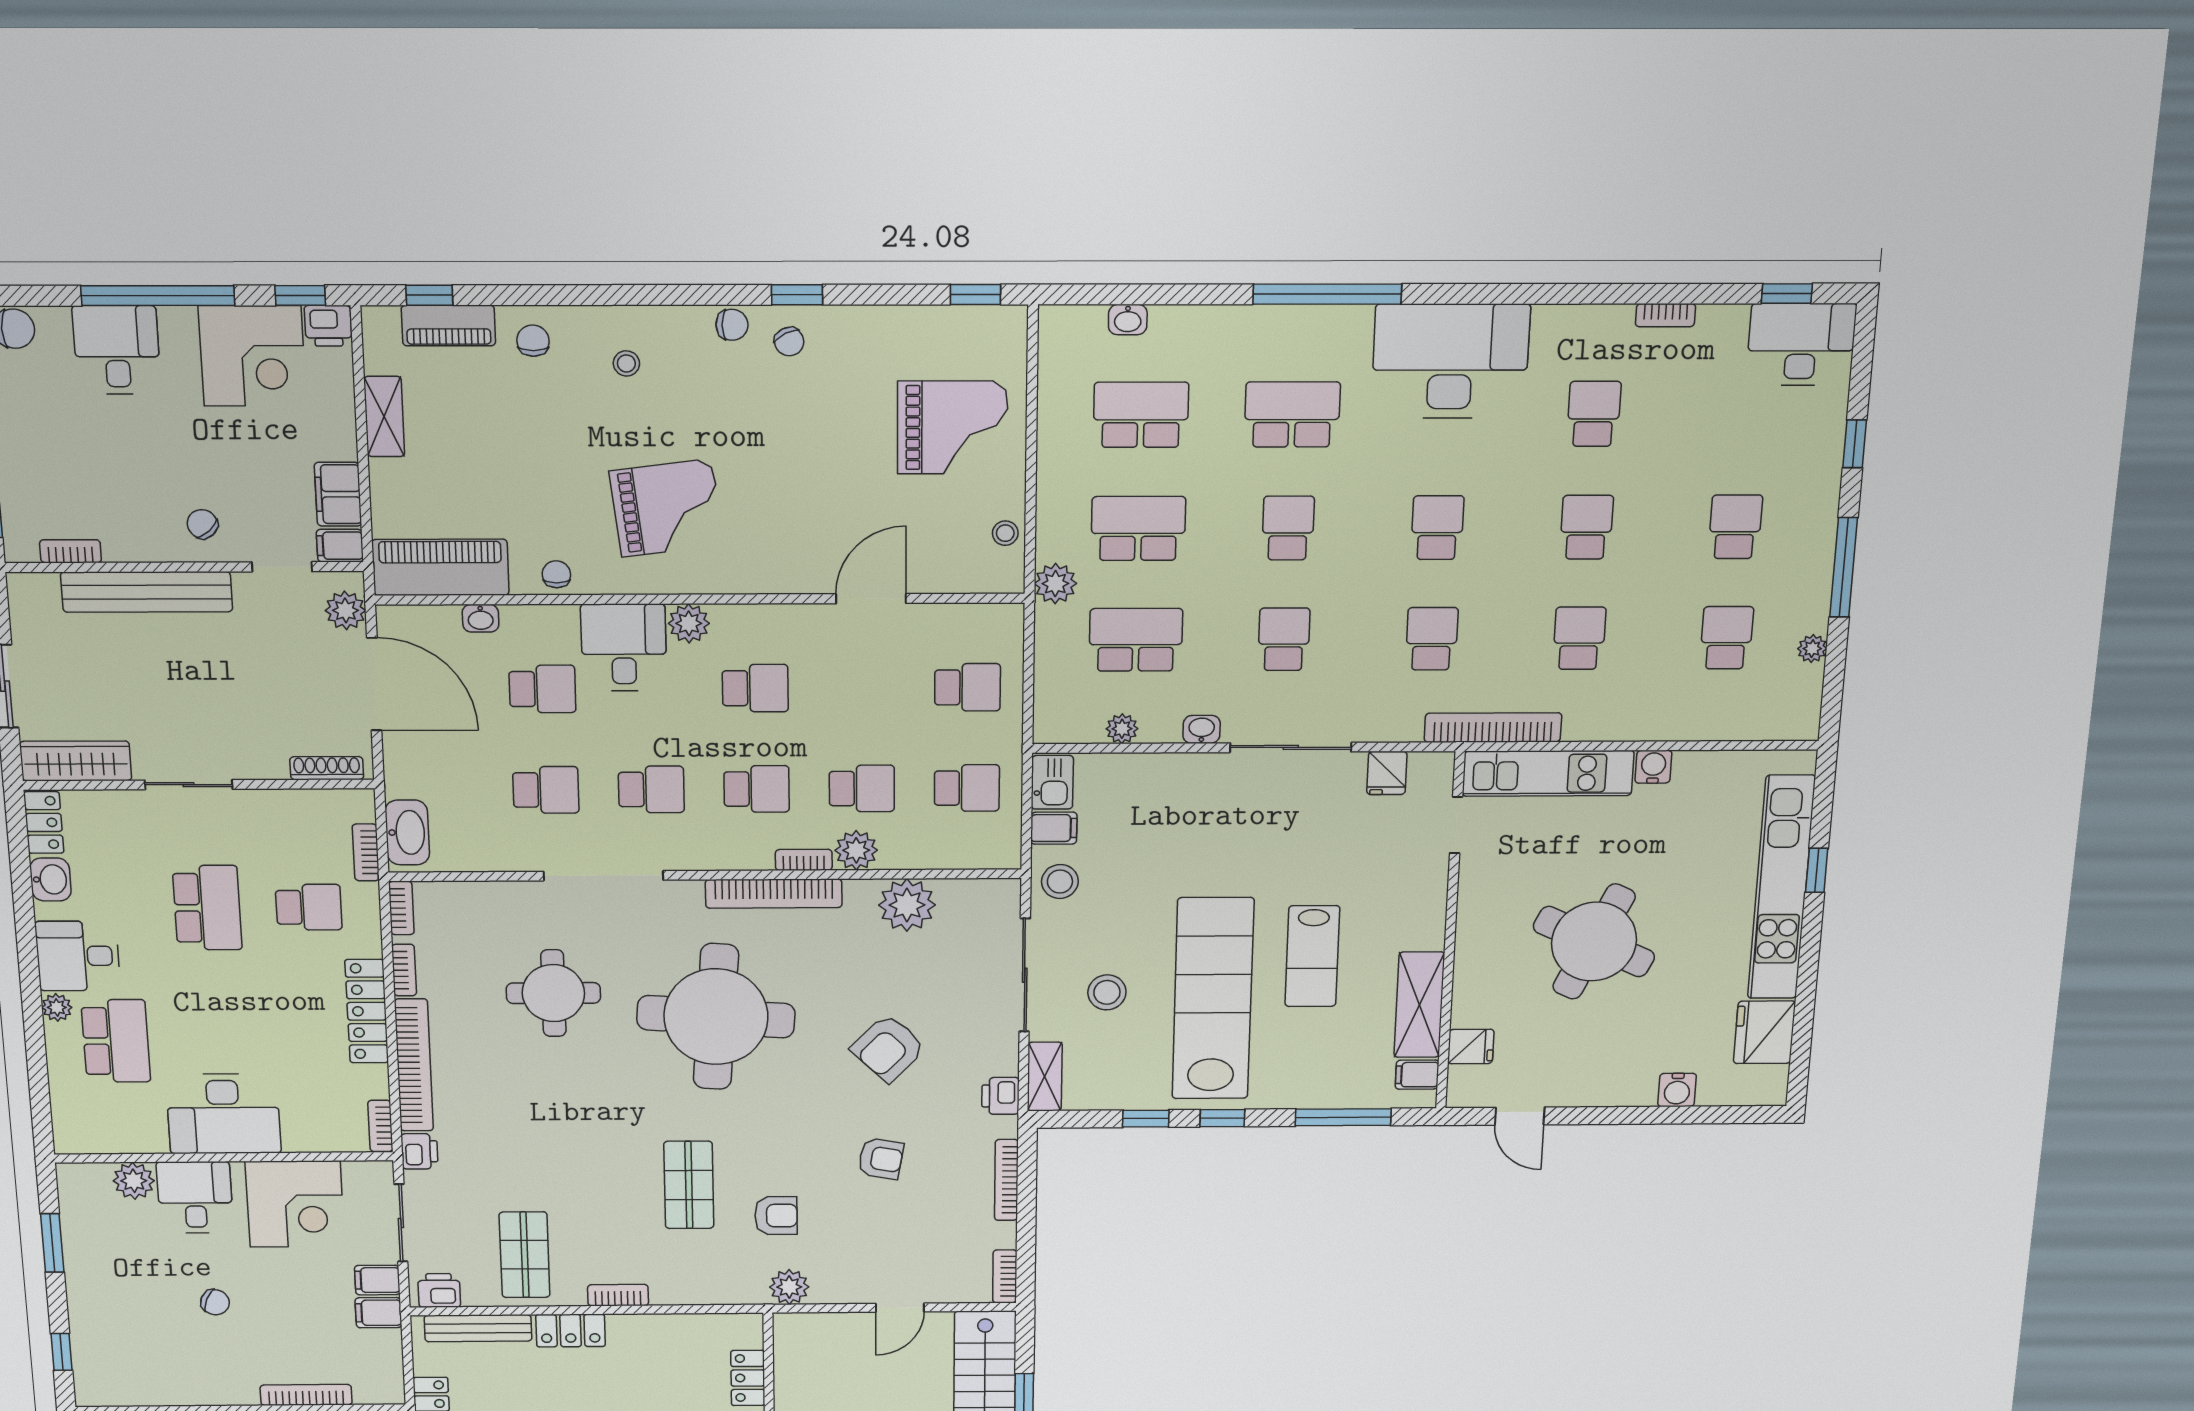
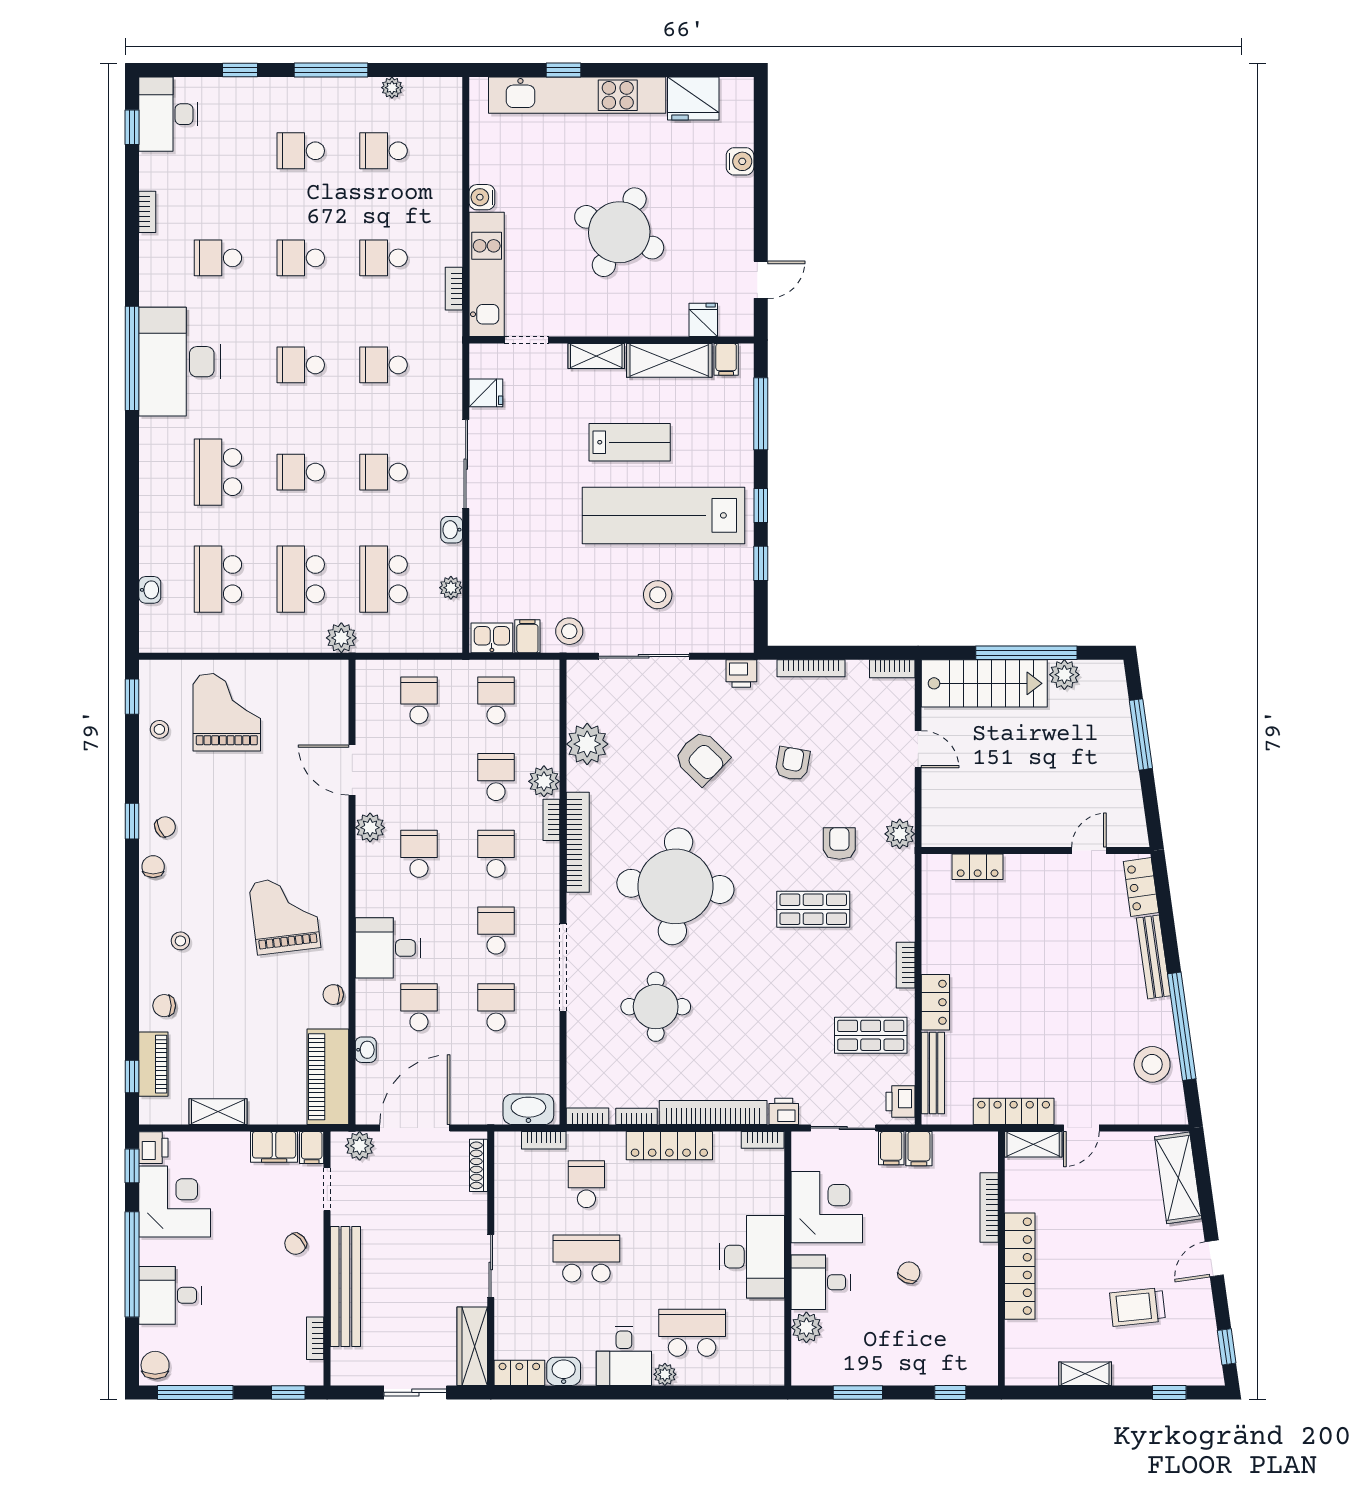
window: (1327, 294) -> (132, 358), moved
stool: (1005, 533) -> (159, 729), moved
plant: (689, 623) -> (370, 828), moved
bookcase: (1493, 728) -> (454, 289), width x0.43, depth x0.76
shelving: (1045, 1077) -> (596, 356), moved

